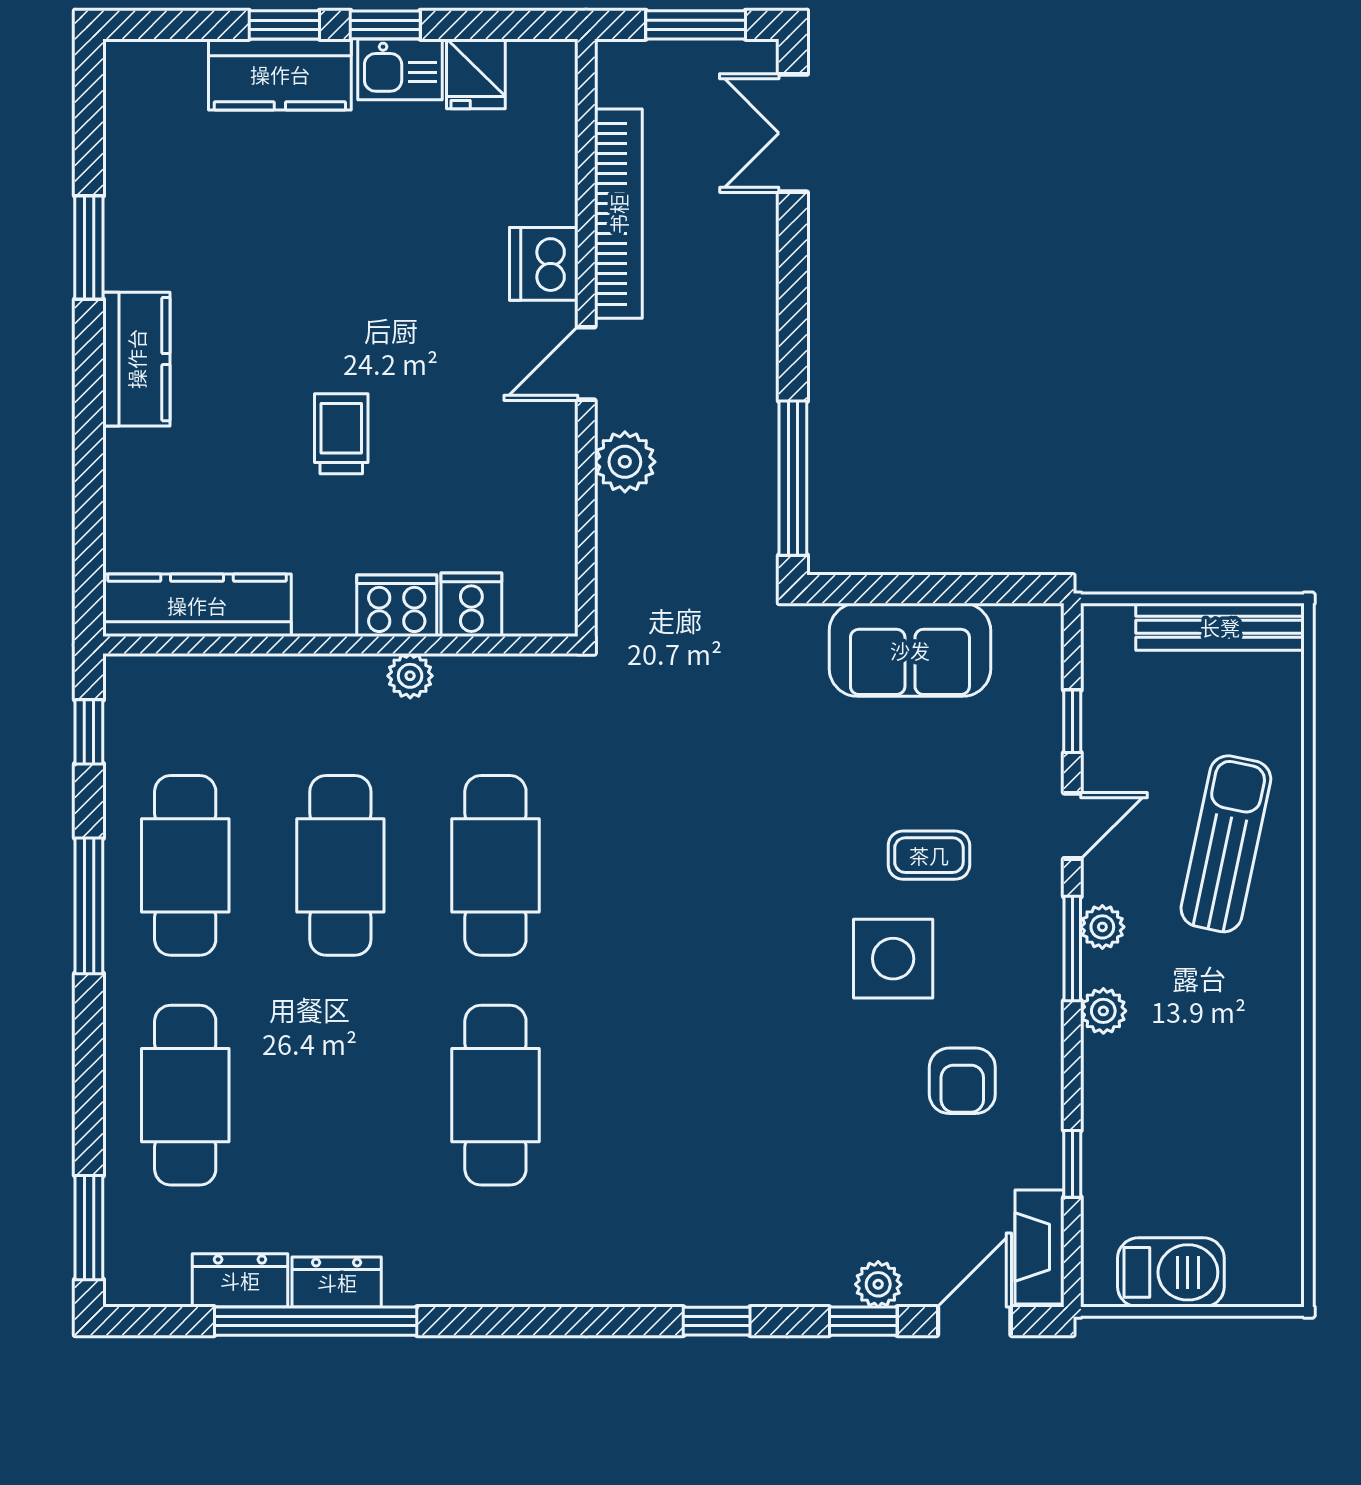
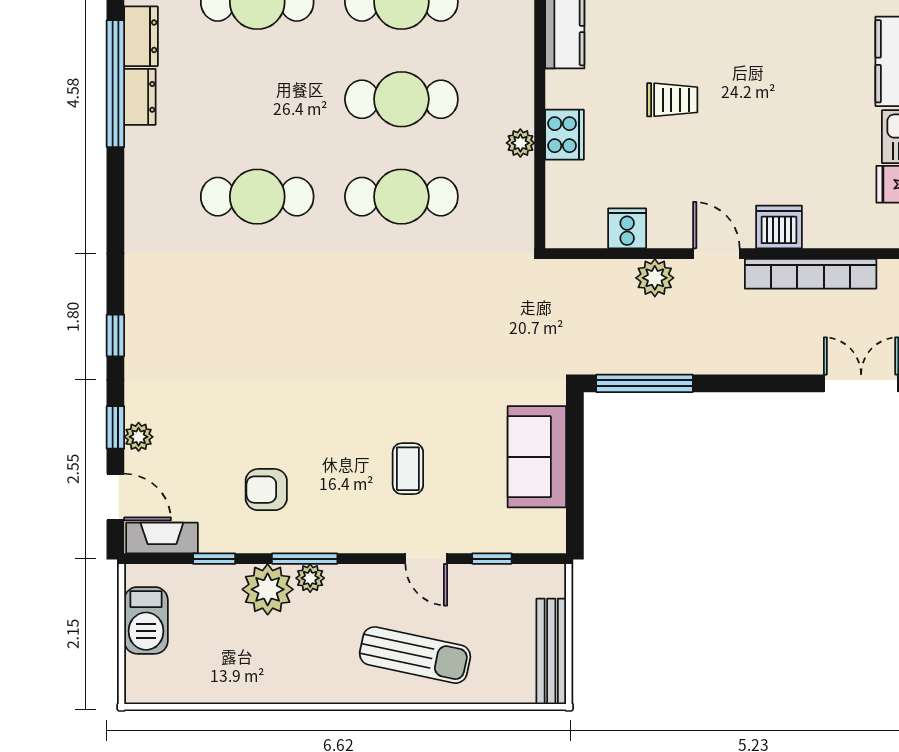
cooker: (471, 605) -> (627, 228), moved, turned -90
plant: (1102, 927) -> (268, 589), moved, width x1.87, depth x1.87
window: (1072, 949) -> (305, 559), moved
side table: (893, 959) -> (343, 446), removed

